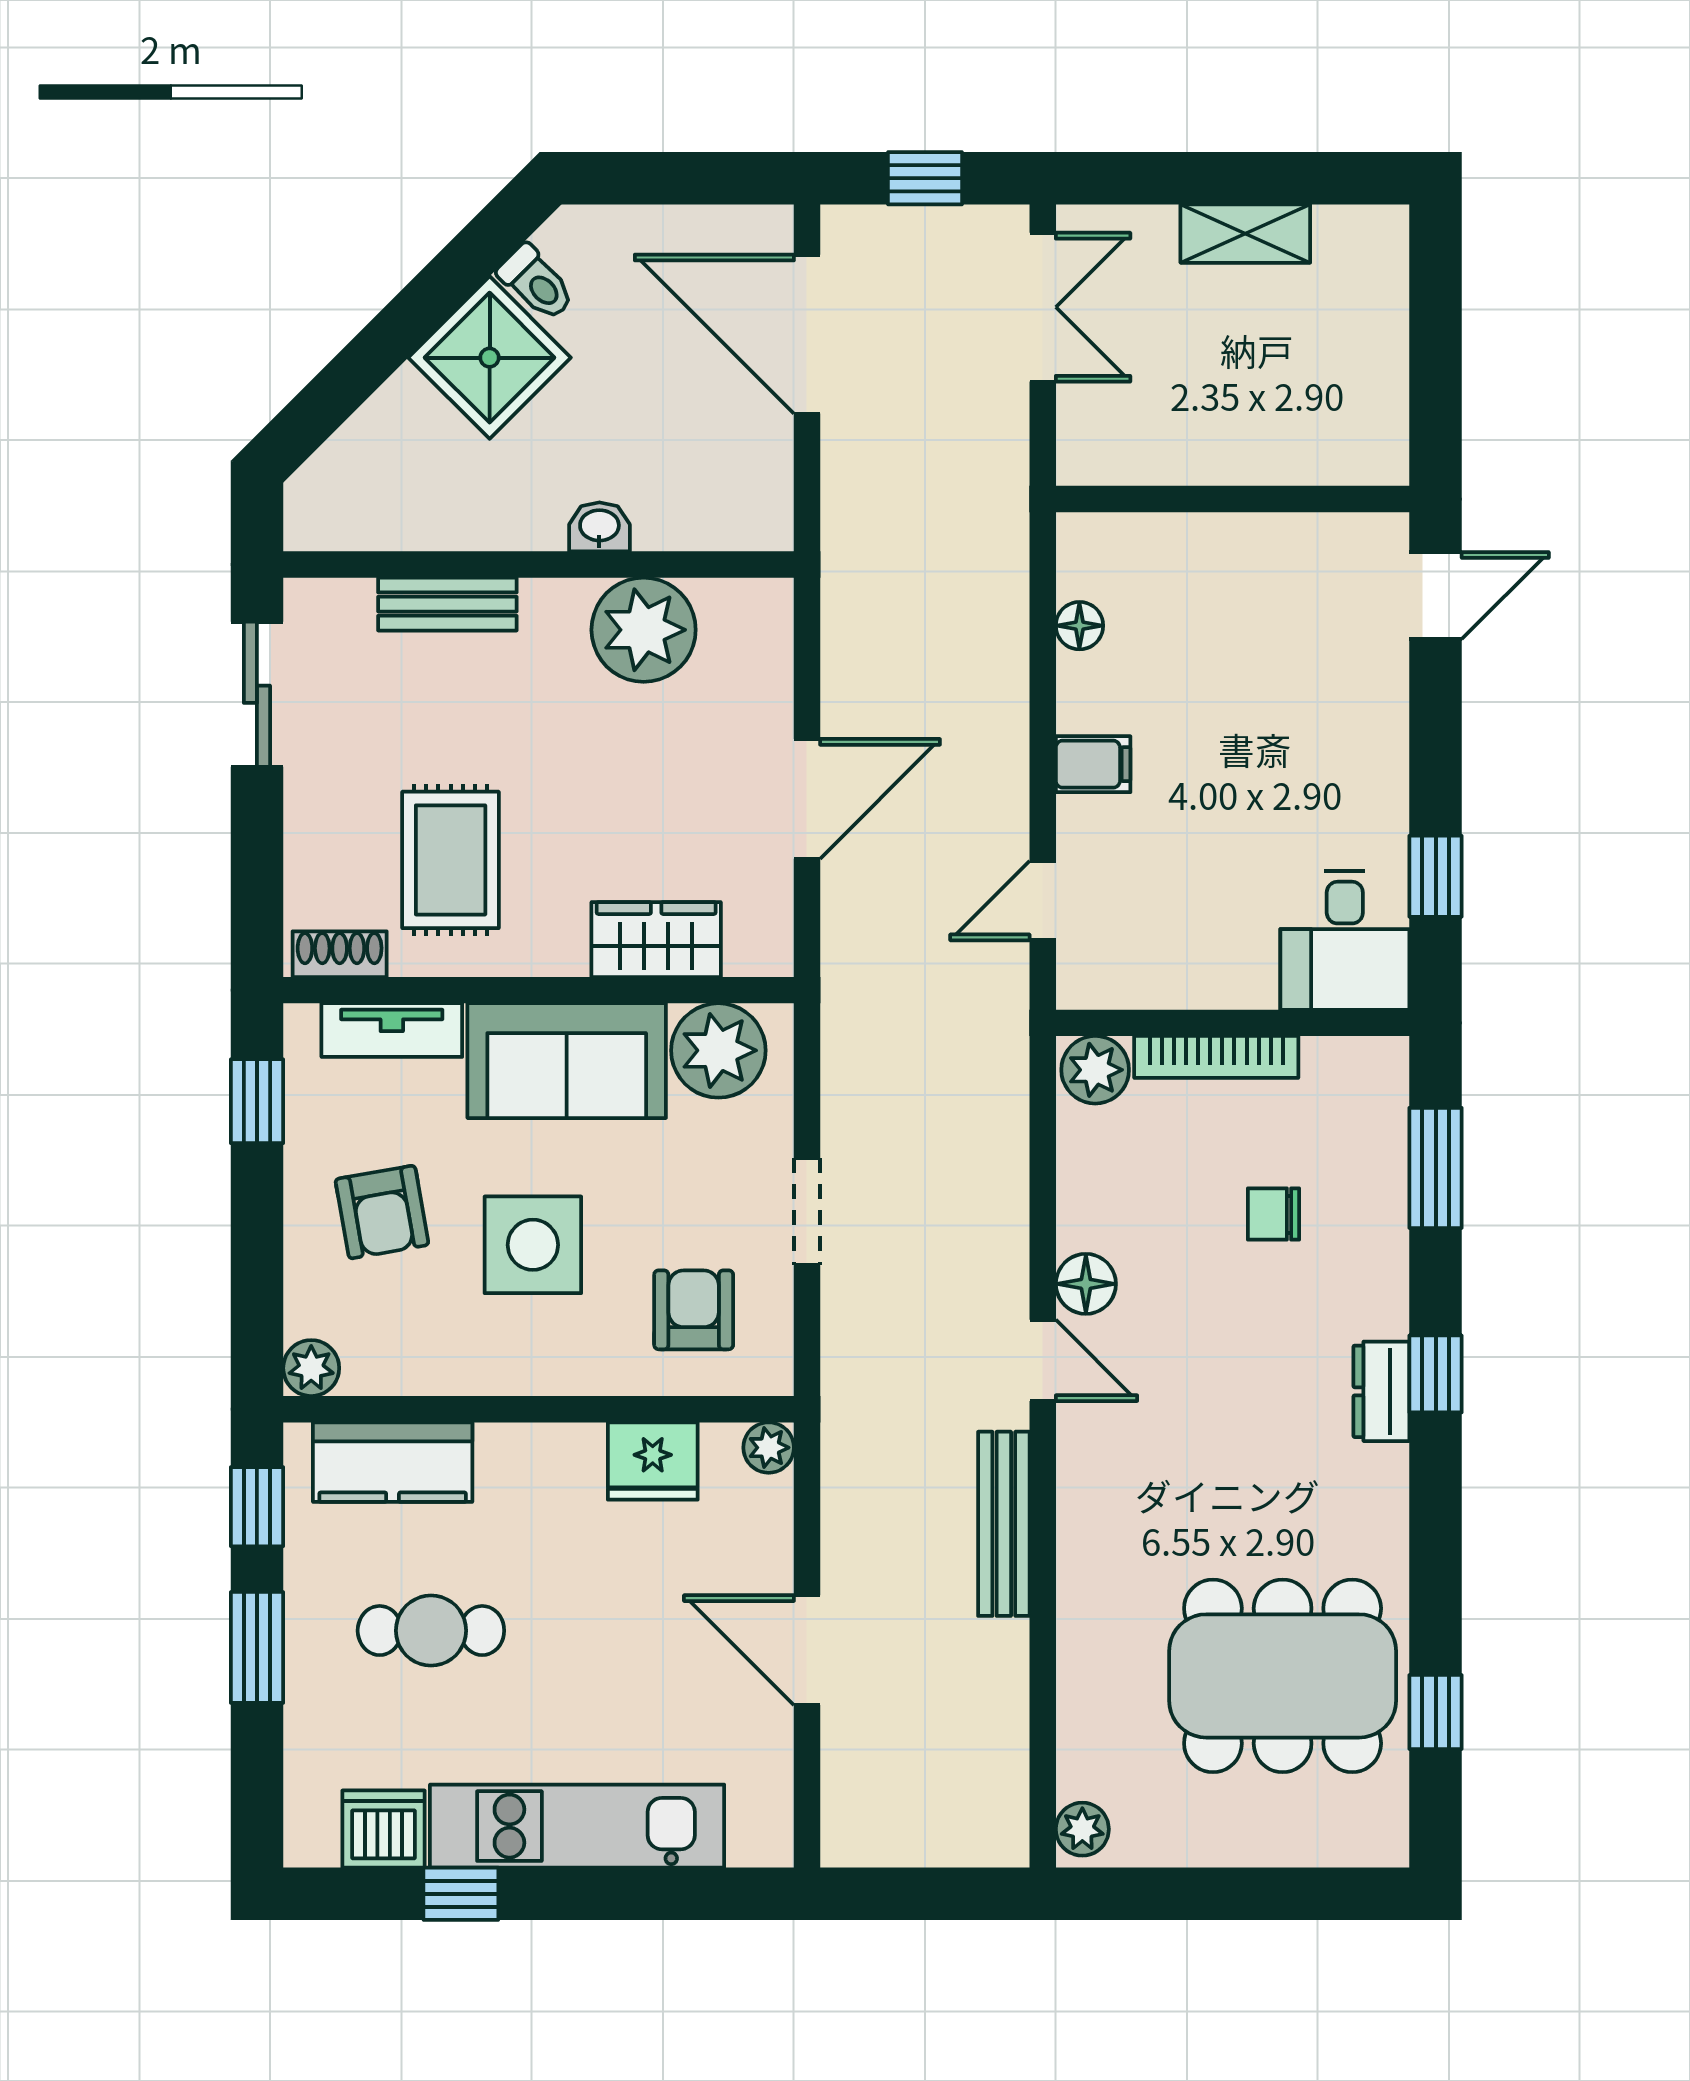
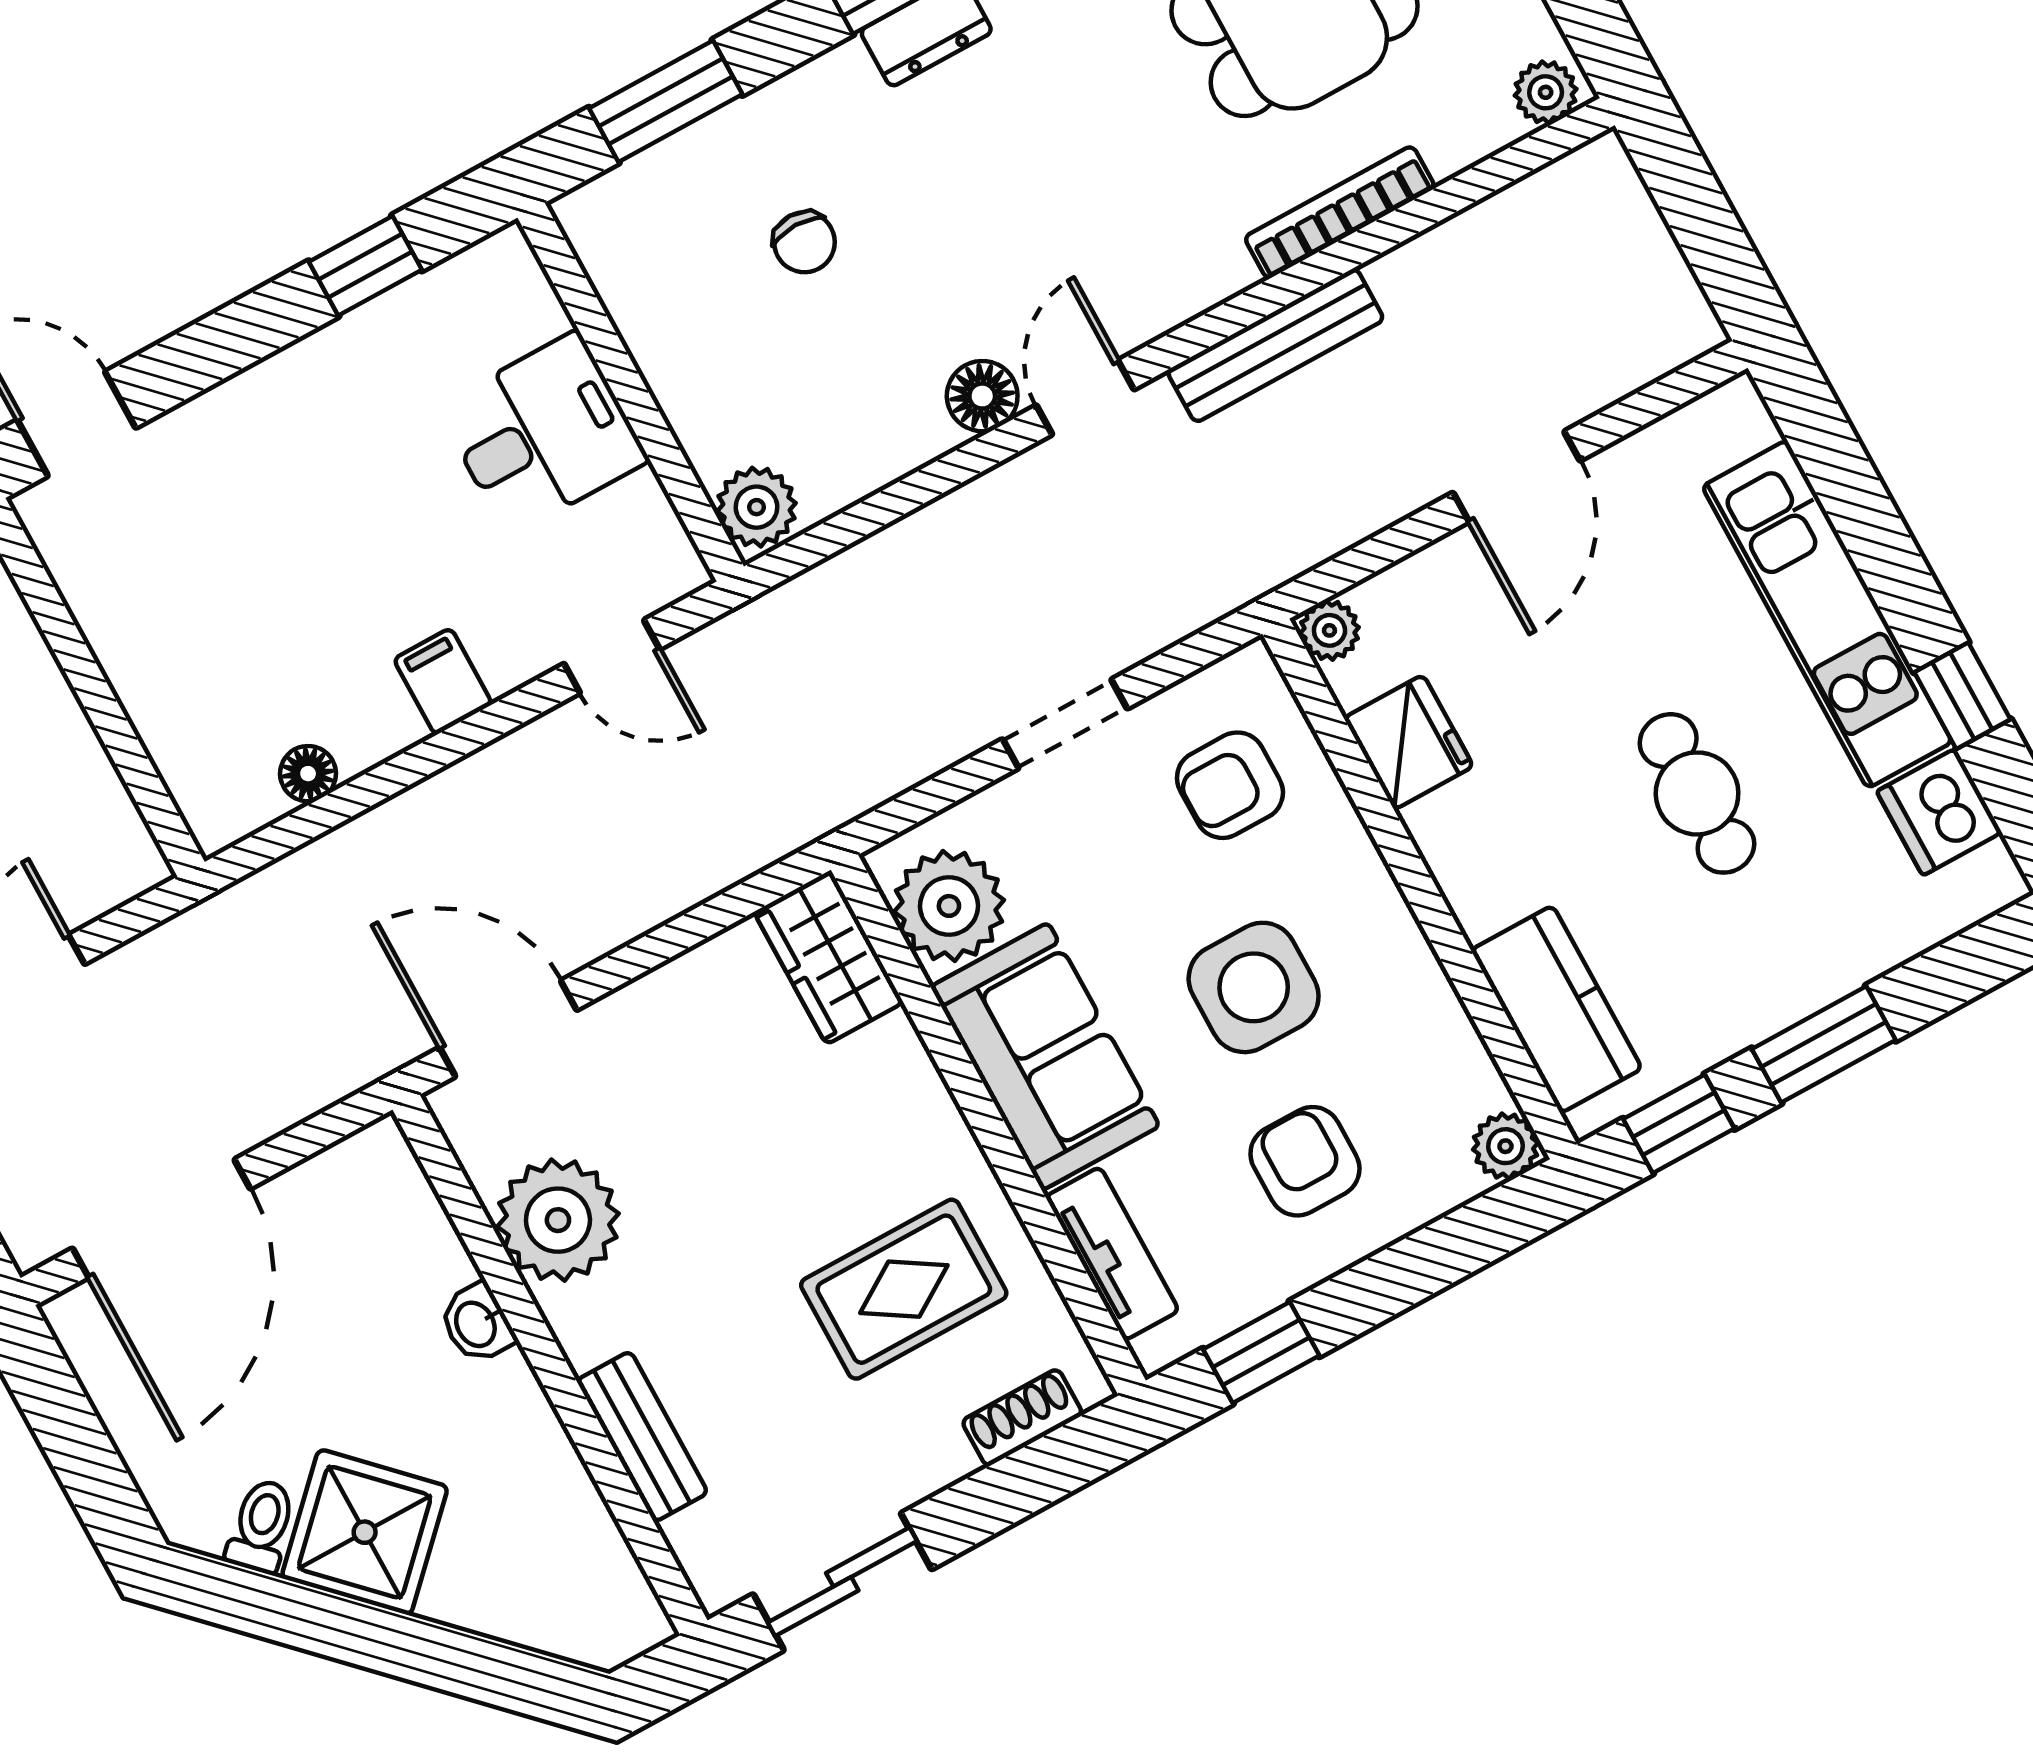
door: (807, 799) -> (508, 1029), moved
wardrobe: (656, 940) -> (829, 957), moved
desk: (1345, 940) -> (543, 434), moved
shoe rack: (340, 954) -> (1022, 1418), moved, turned 90
bookcase: (1216, 1057) -> (1340, 212), moved, turned -90
armchair: (382, 1212) -> (1305, 1161), turned -80
cafe table: (431, 1631) -> (1697, 793), moved

